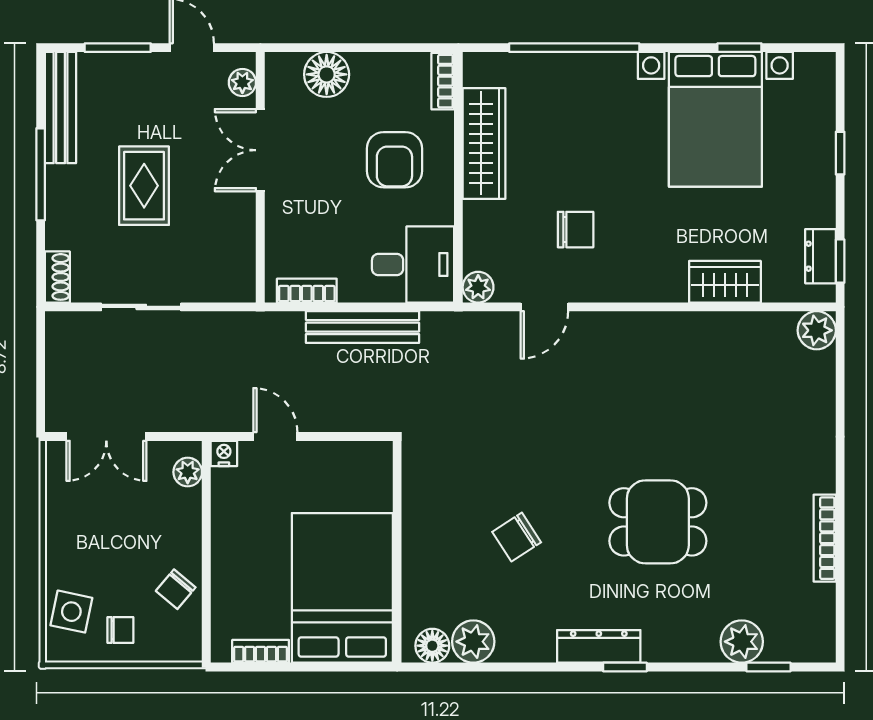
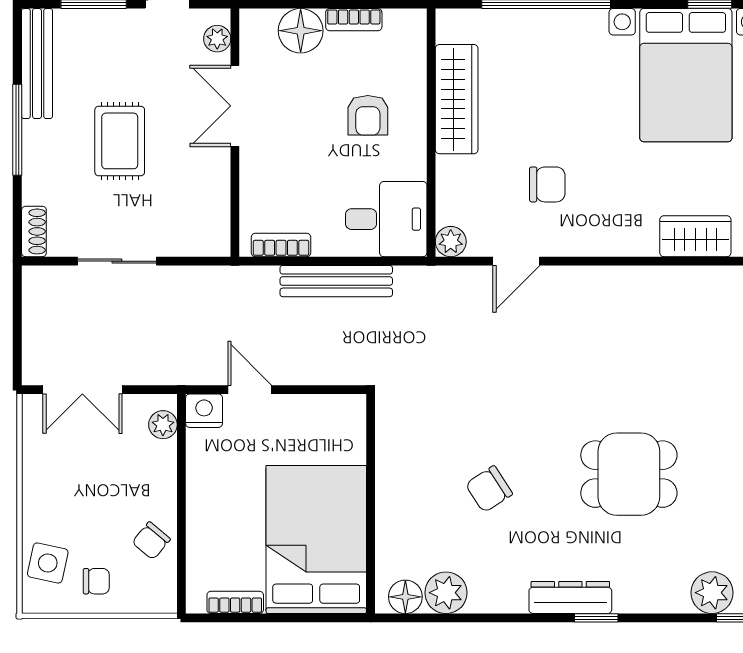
bookcase: (443, 81) -> (354, 20), moved, turned -90
armchair: (394, 160) -> (368, 115), width x0.72, depth x0.72
nightstand: (224, 453) -> (204, 411), width x1.39, depth x1.35

